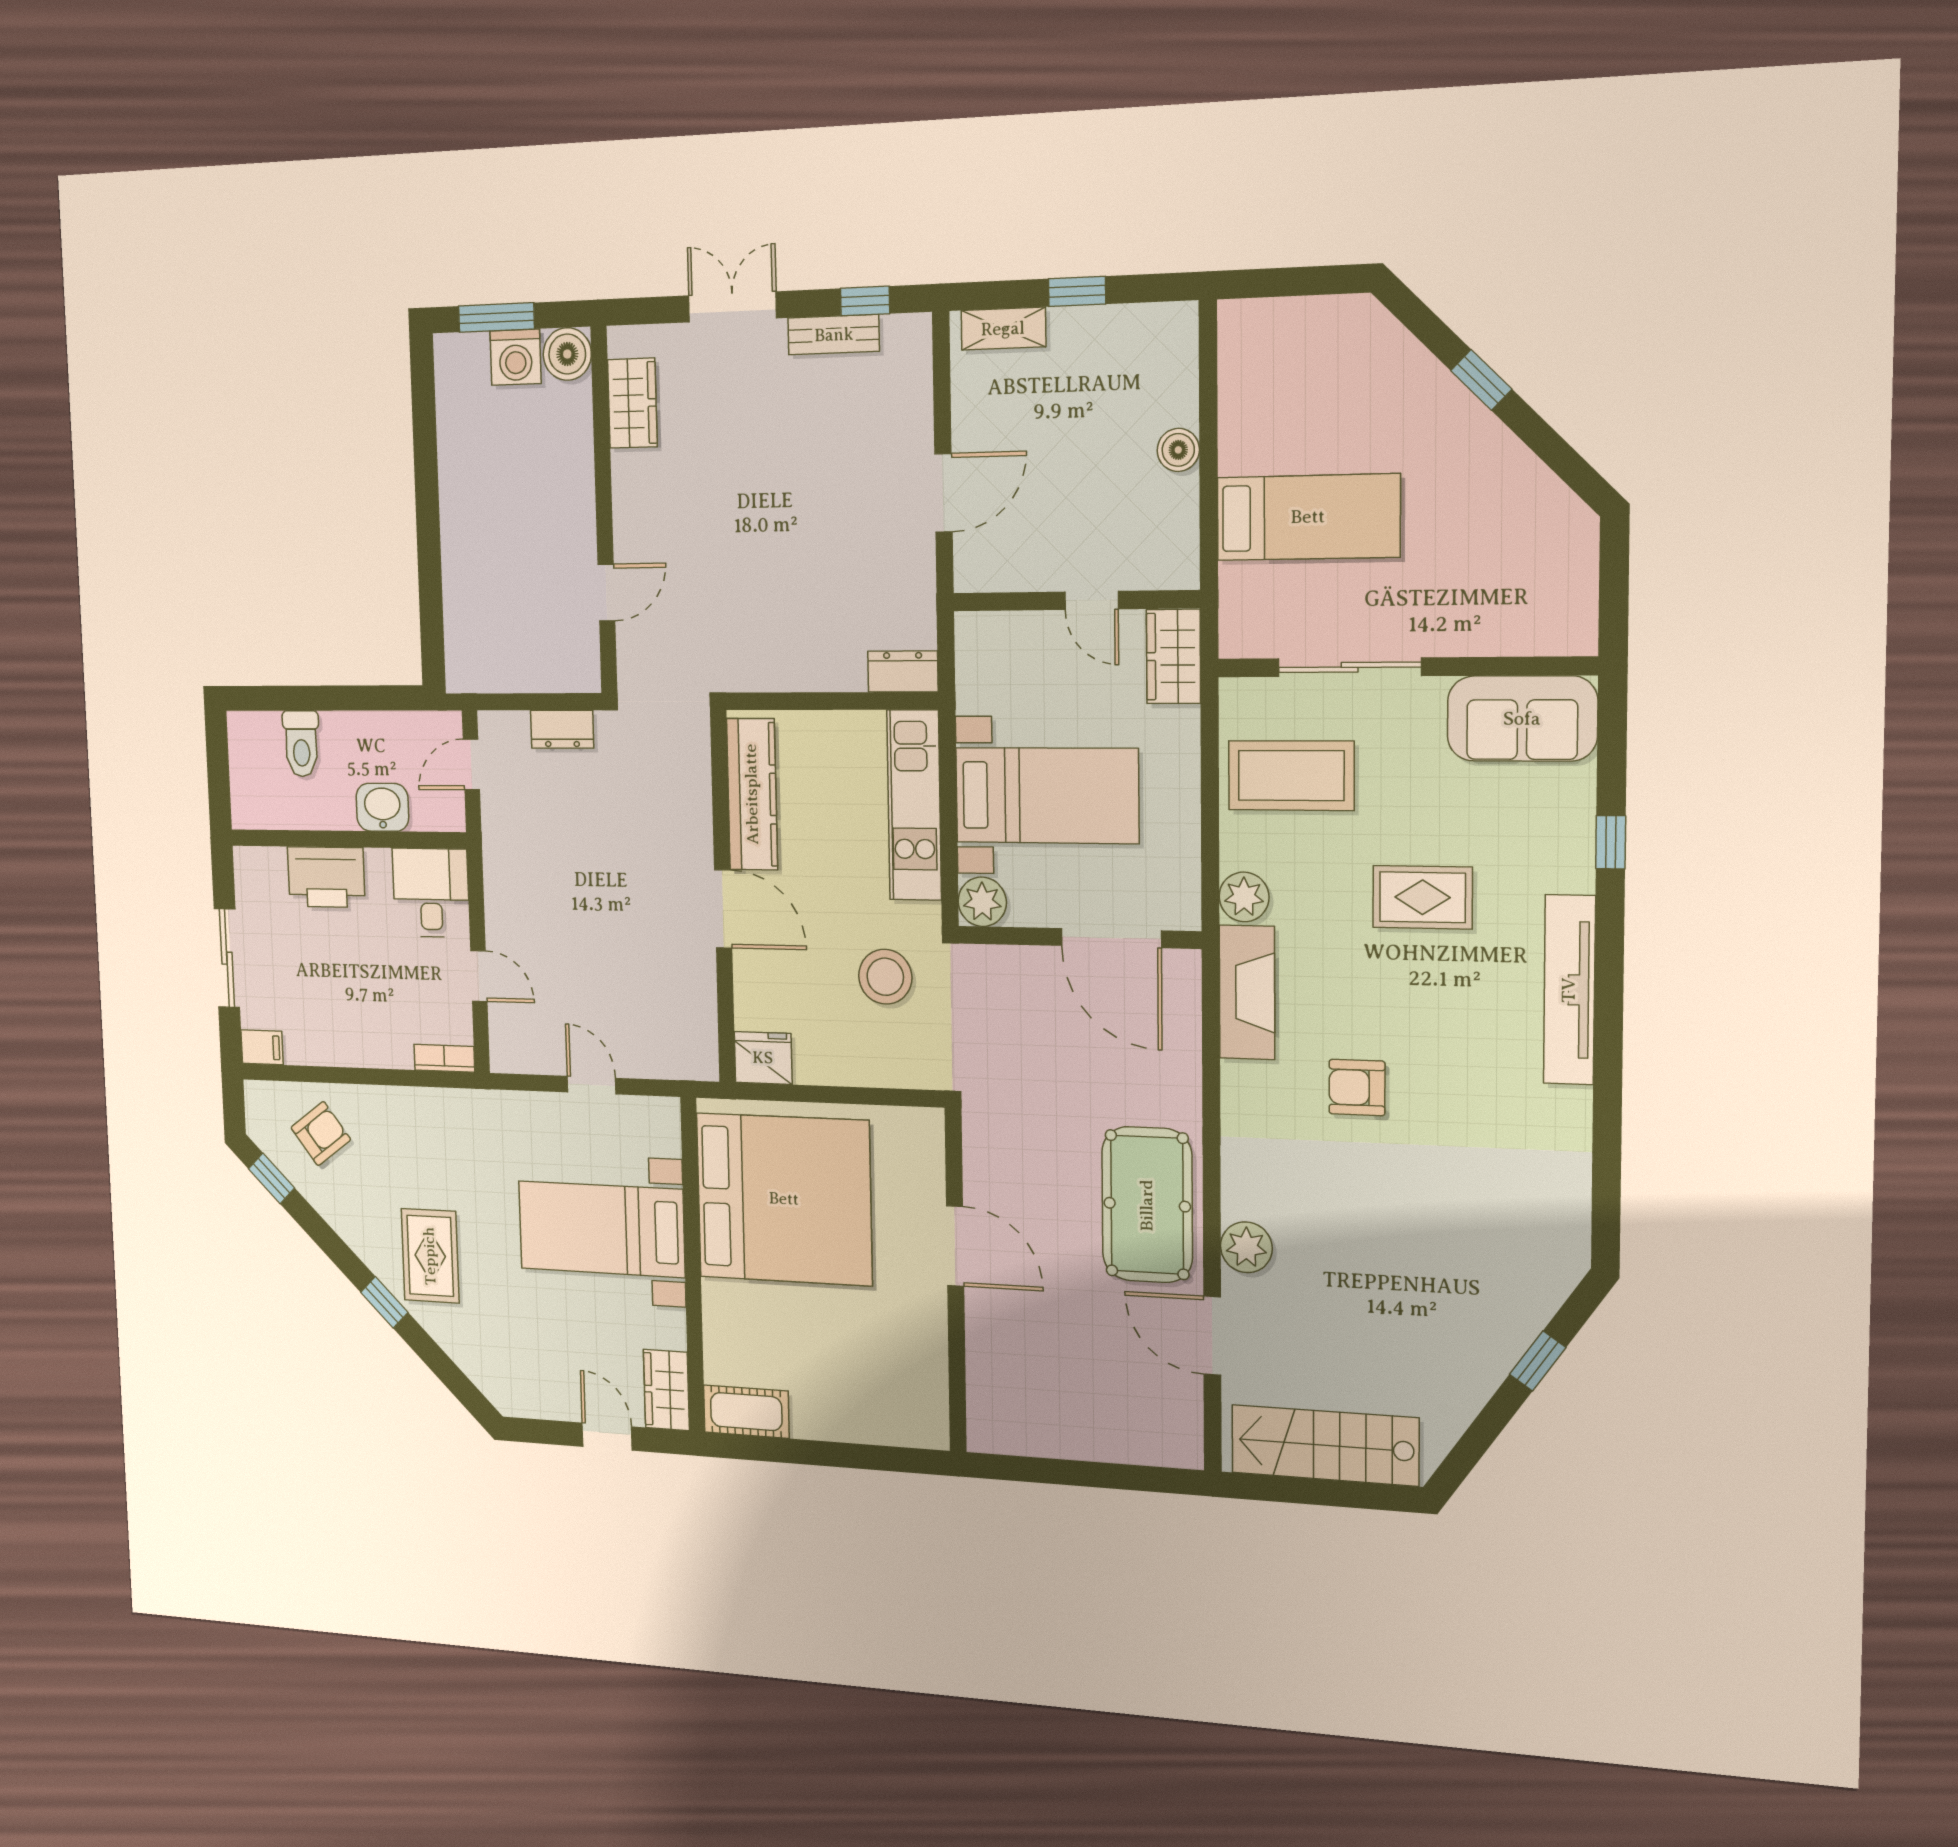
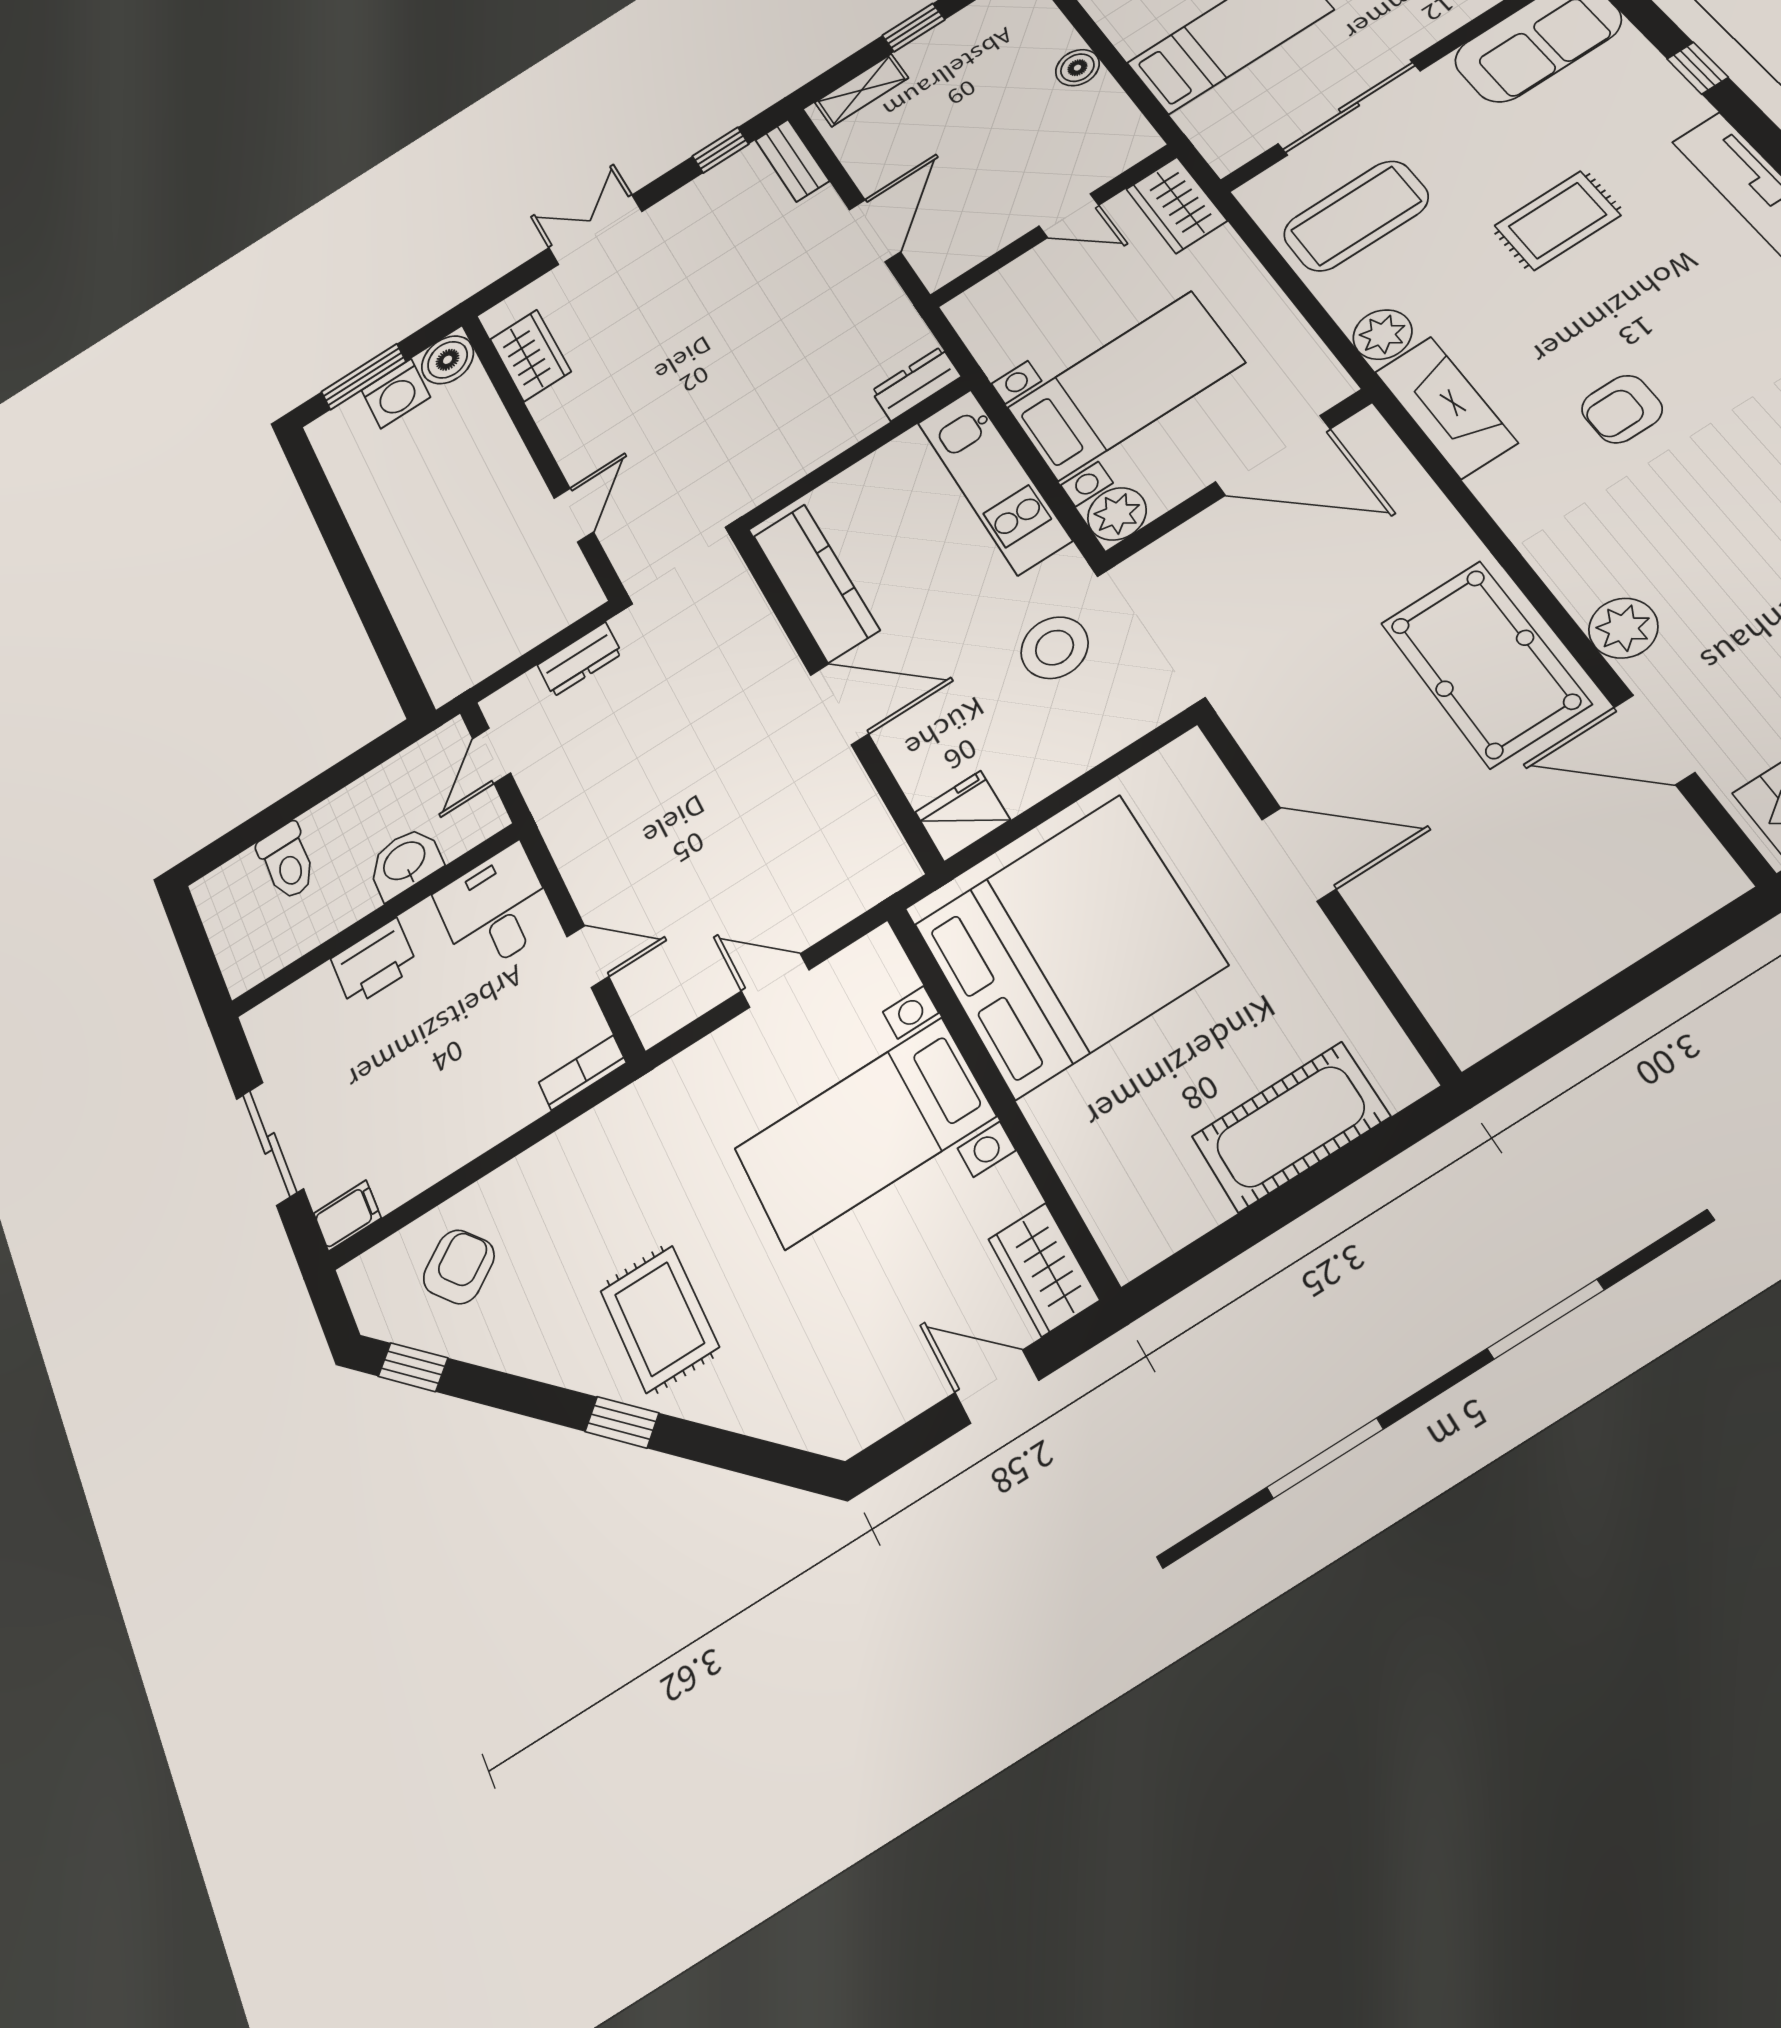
bench: (834, 335) -> (792, 160), moved, turned 90
printer: (326, 877) -> (374, 963), width x0.73, depth x0.84
cot: (746, 1412) -> (1290, 1127), moved, width x1.37, depth x1.34

